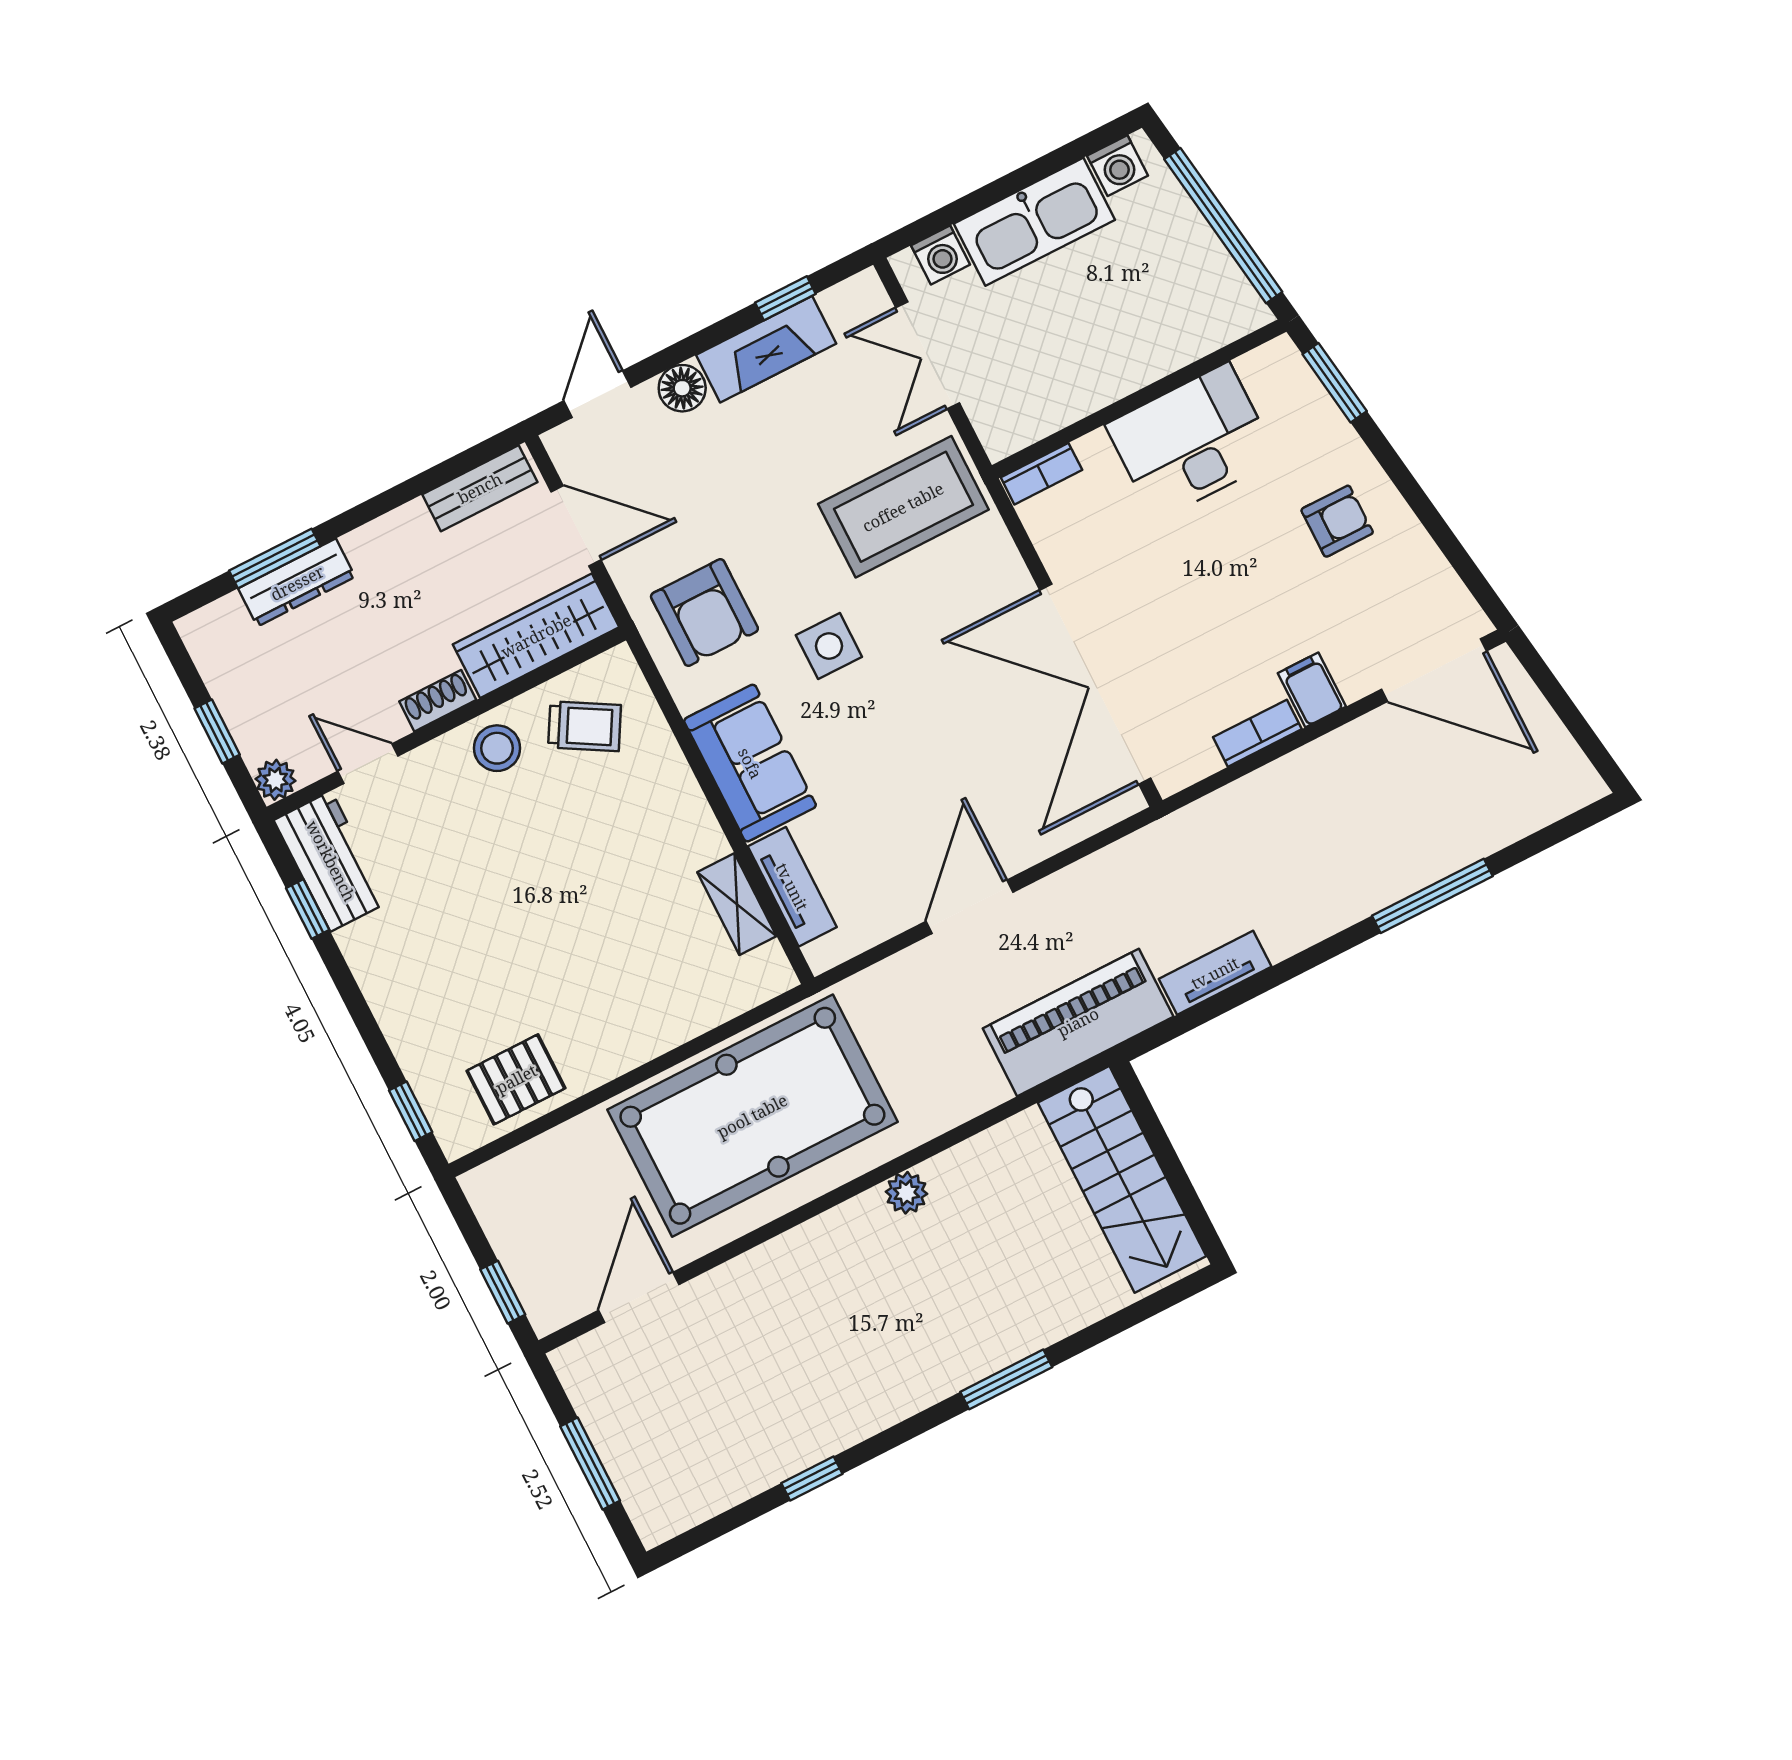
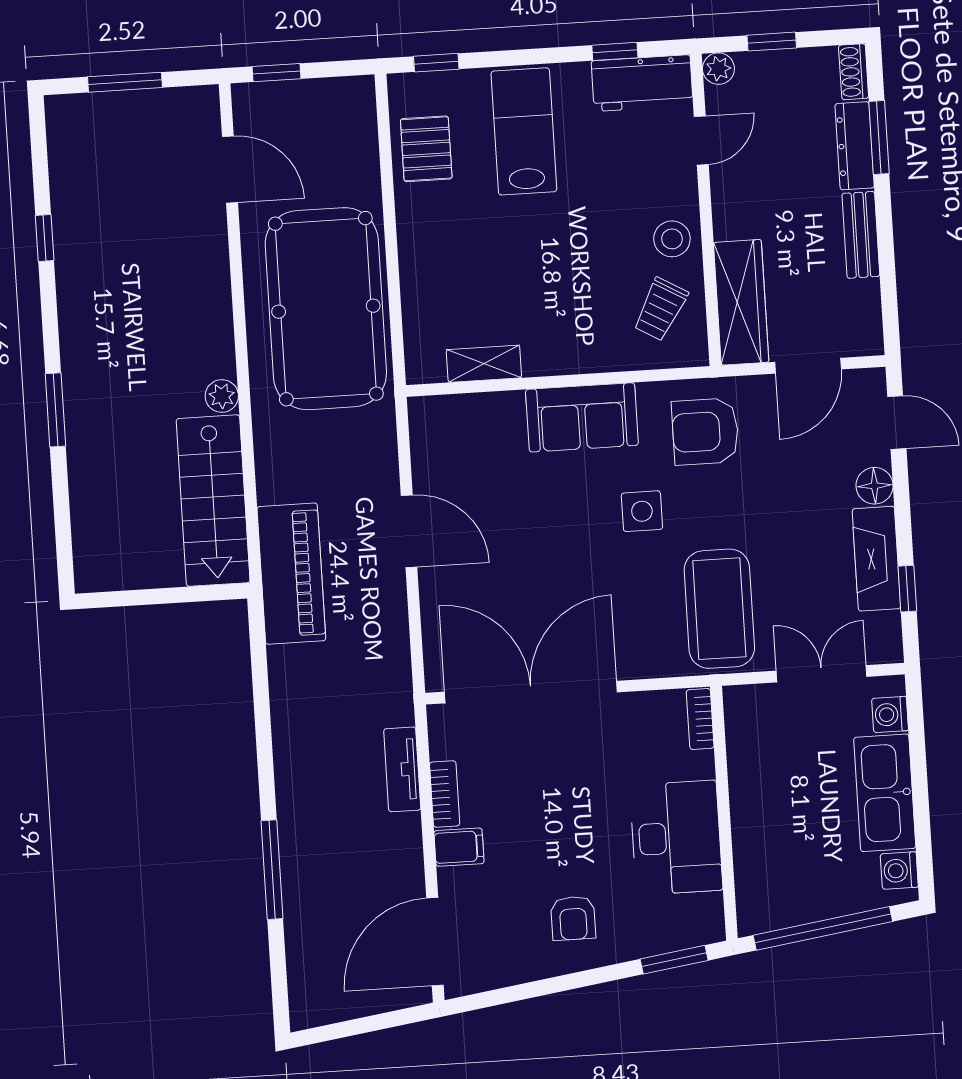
bench: (480, 488) -> (861, 235), moved
shoe rack: (438, 701) -> (854, 72), moved, turned 180
tv unit: (792, 887) -> (479, 409), removed
tv unit: (1215, 973) -> (402, 769), moved, turned 180
lab bench: (447, 974) -> (524, 131), added
stairs: (1122, 1179) -> (213, 501), moved, turned -90

